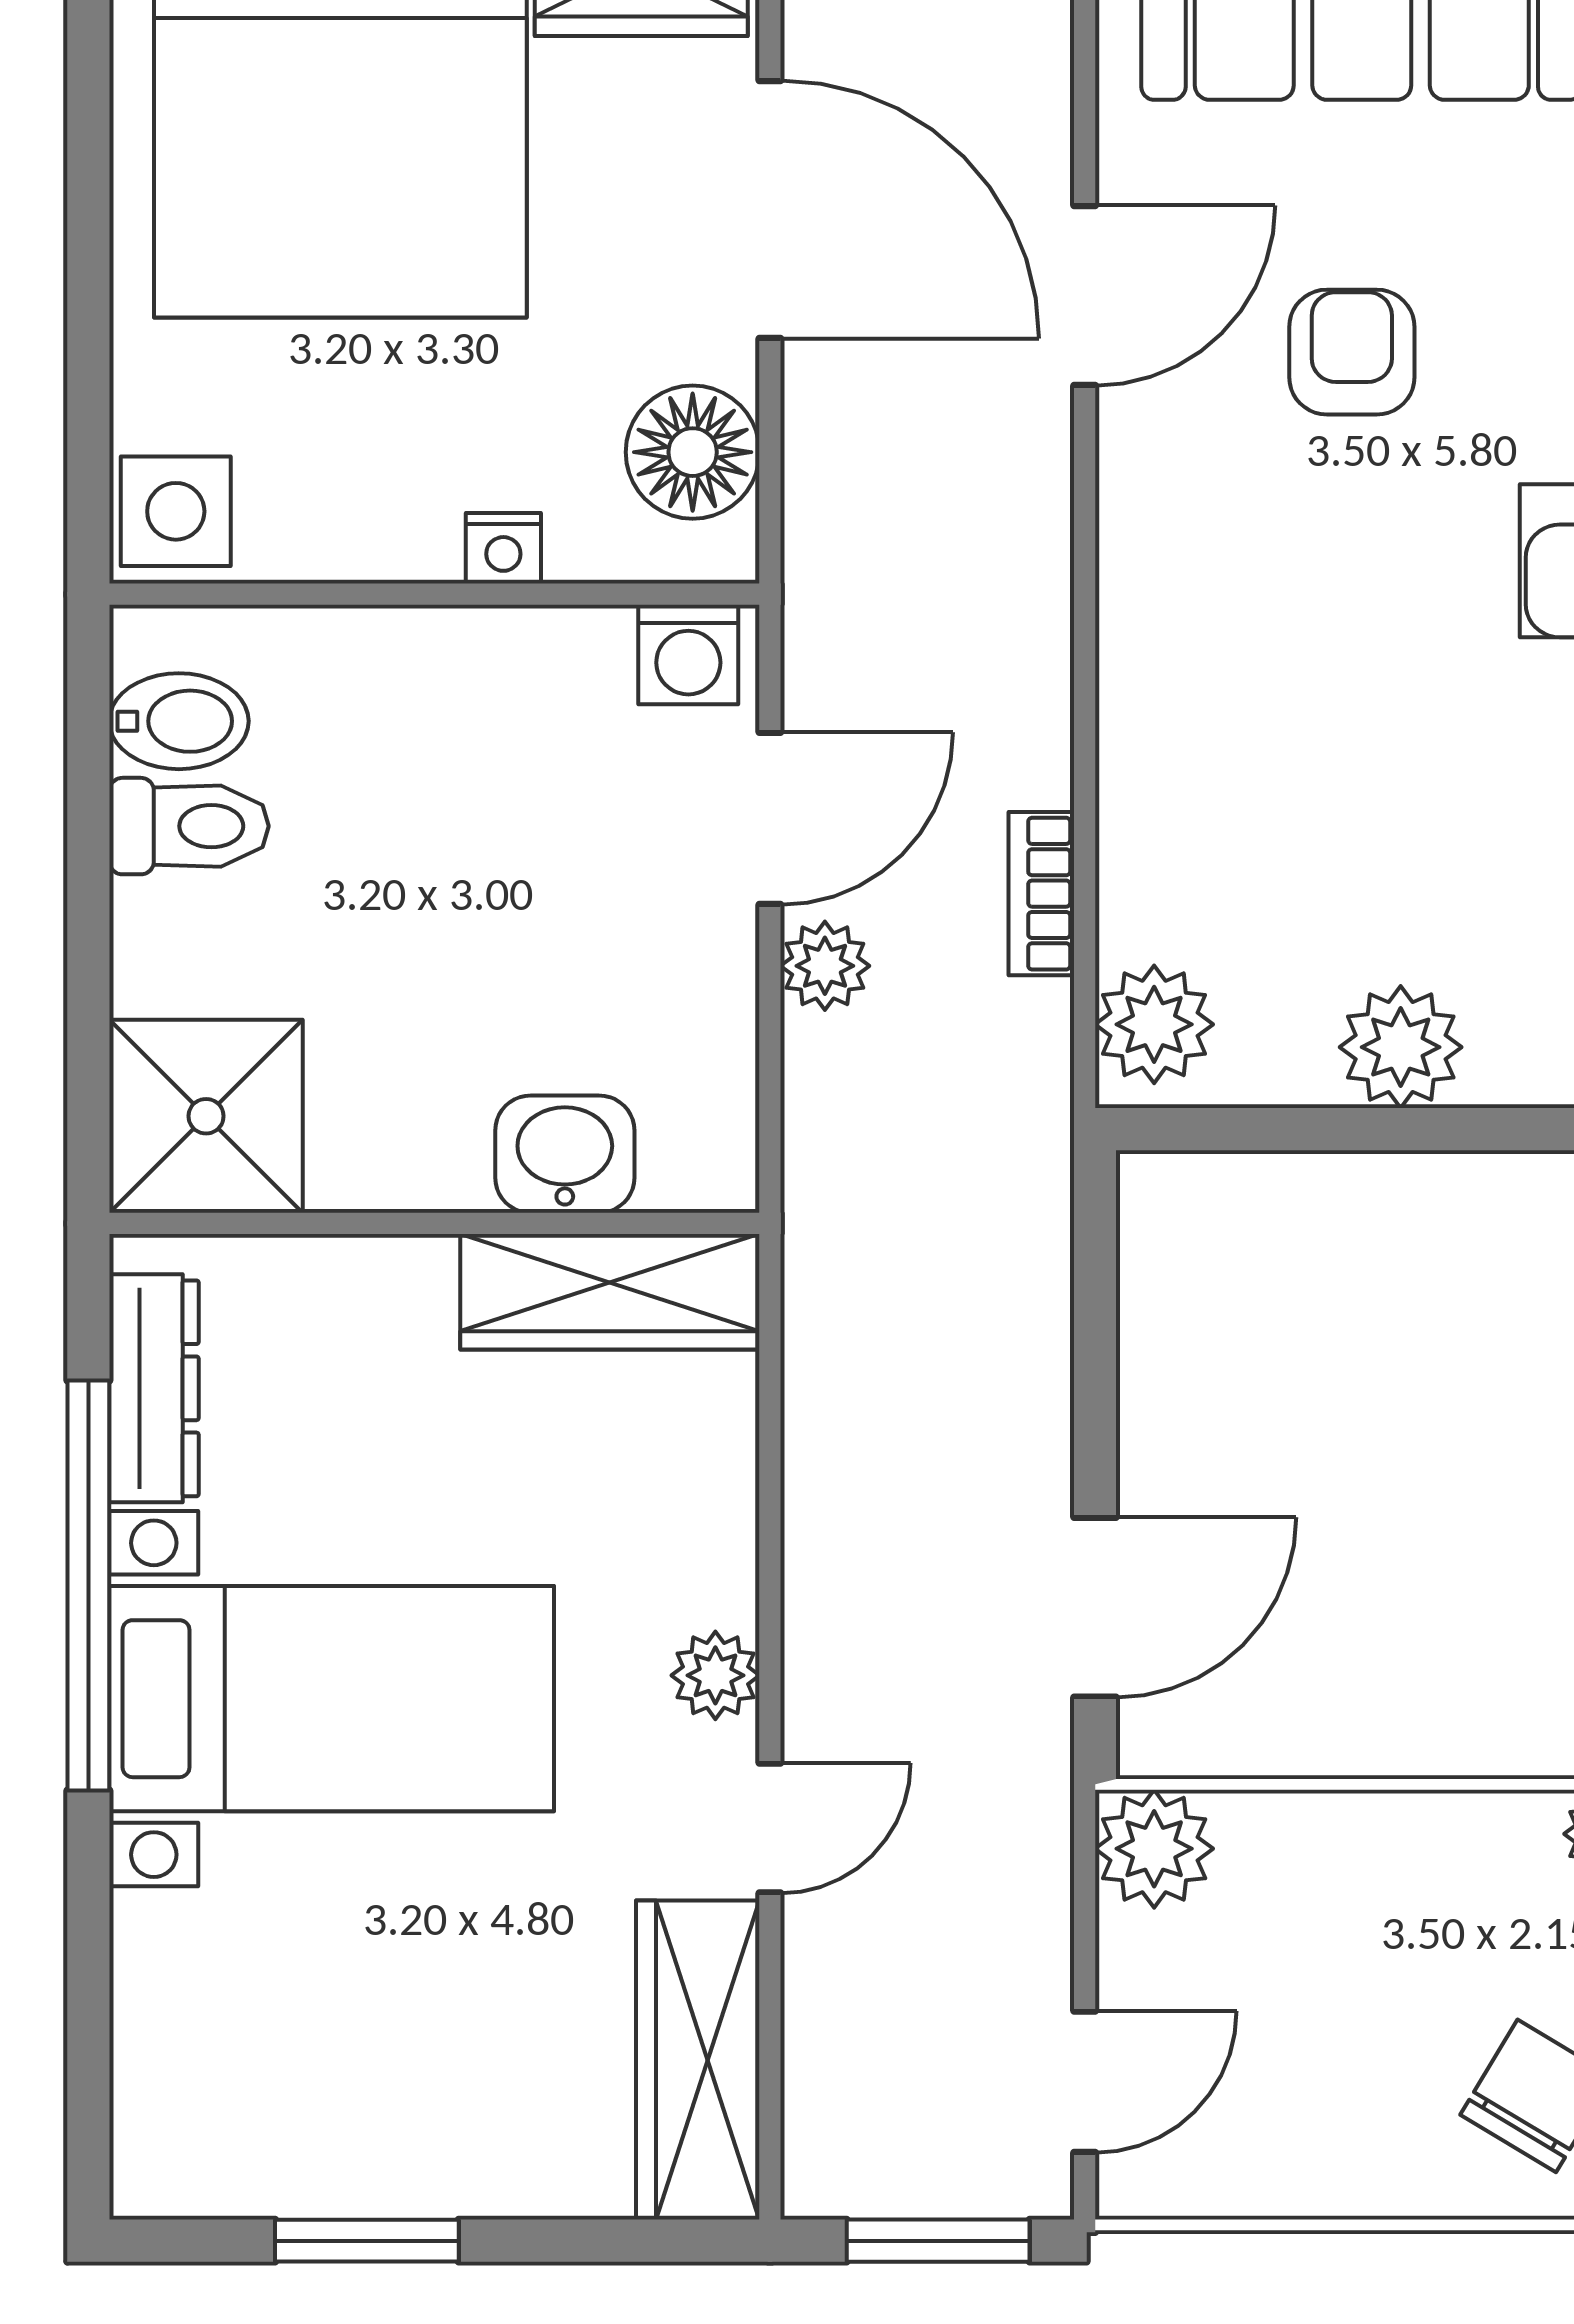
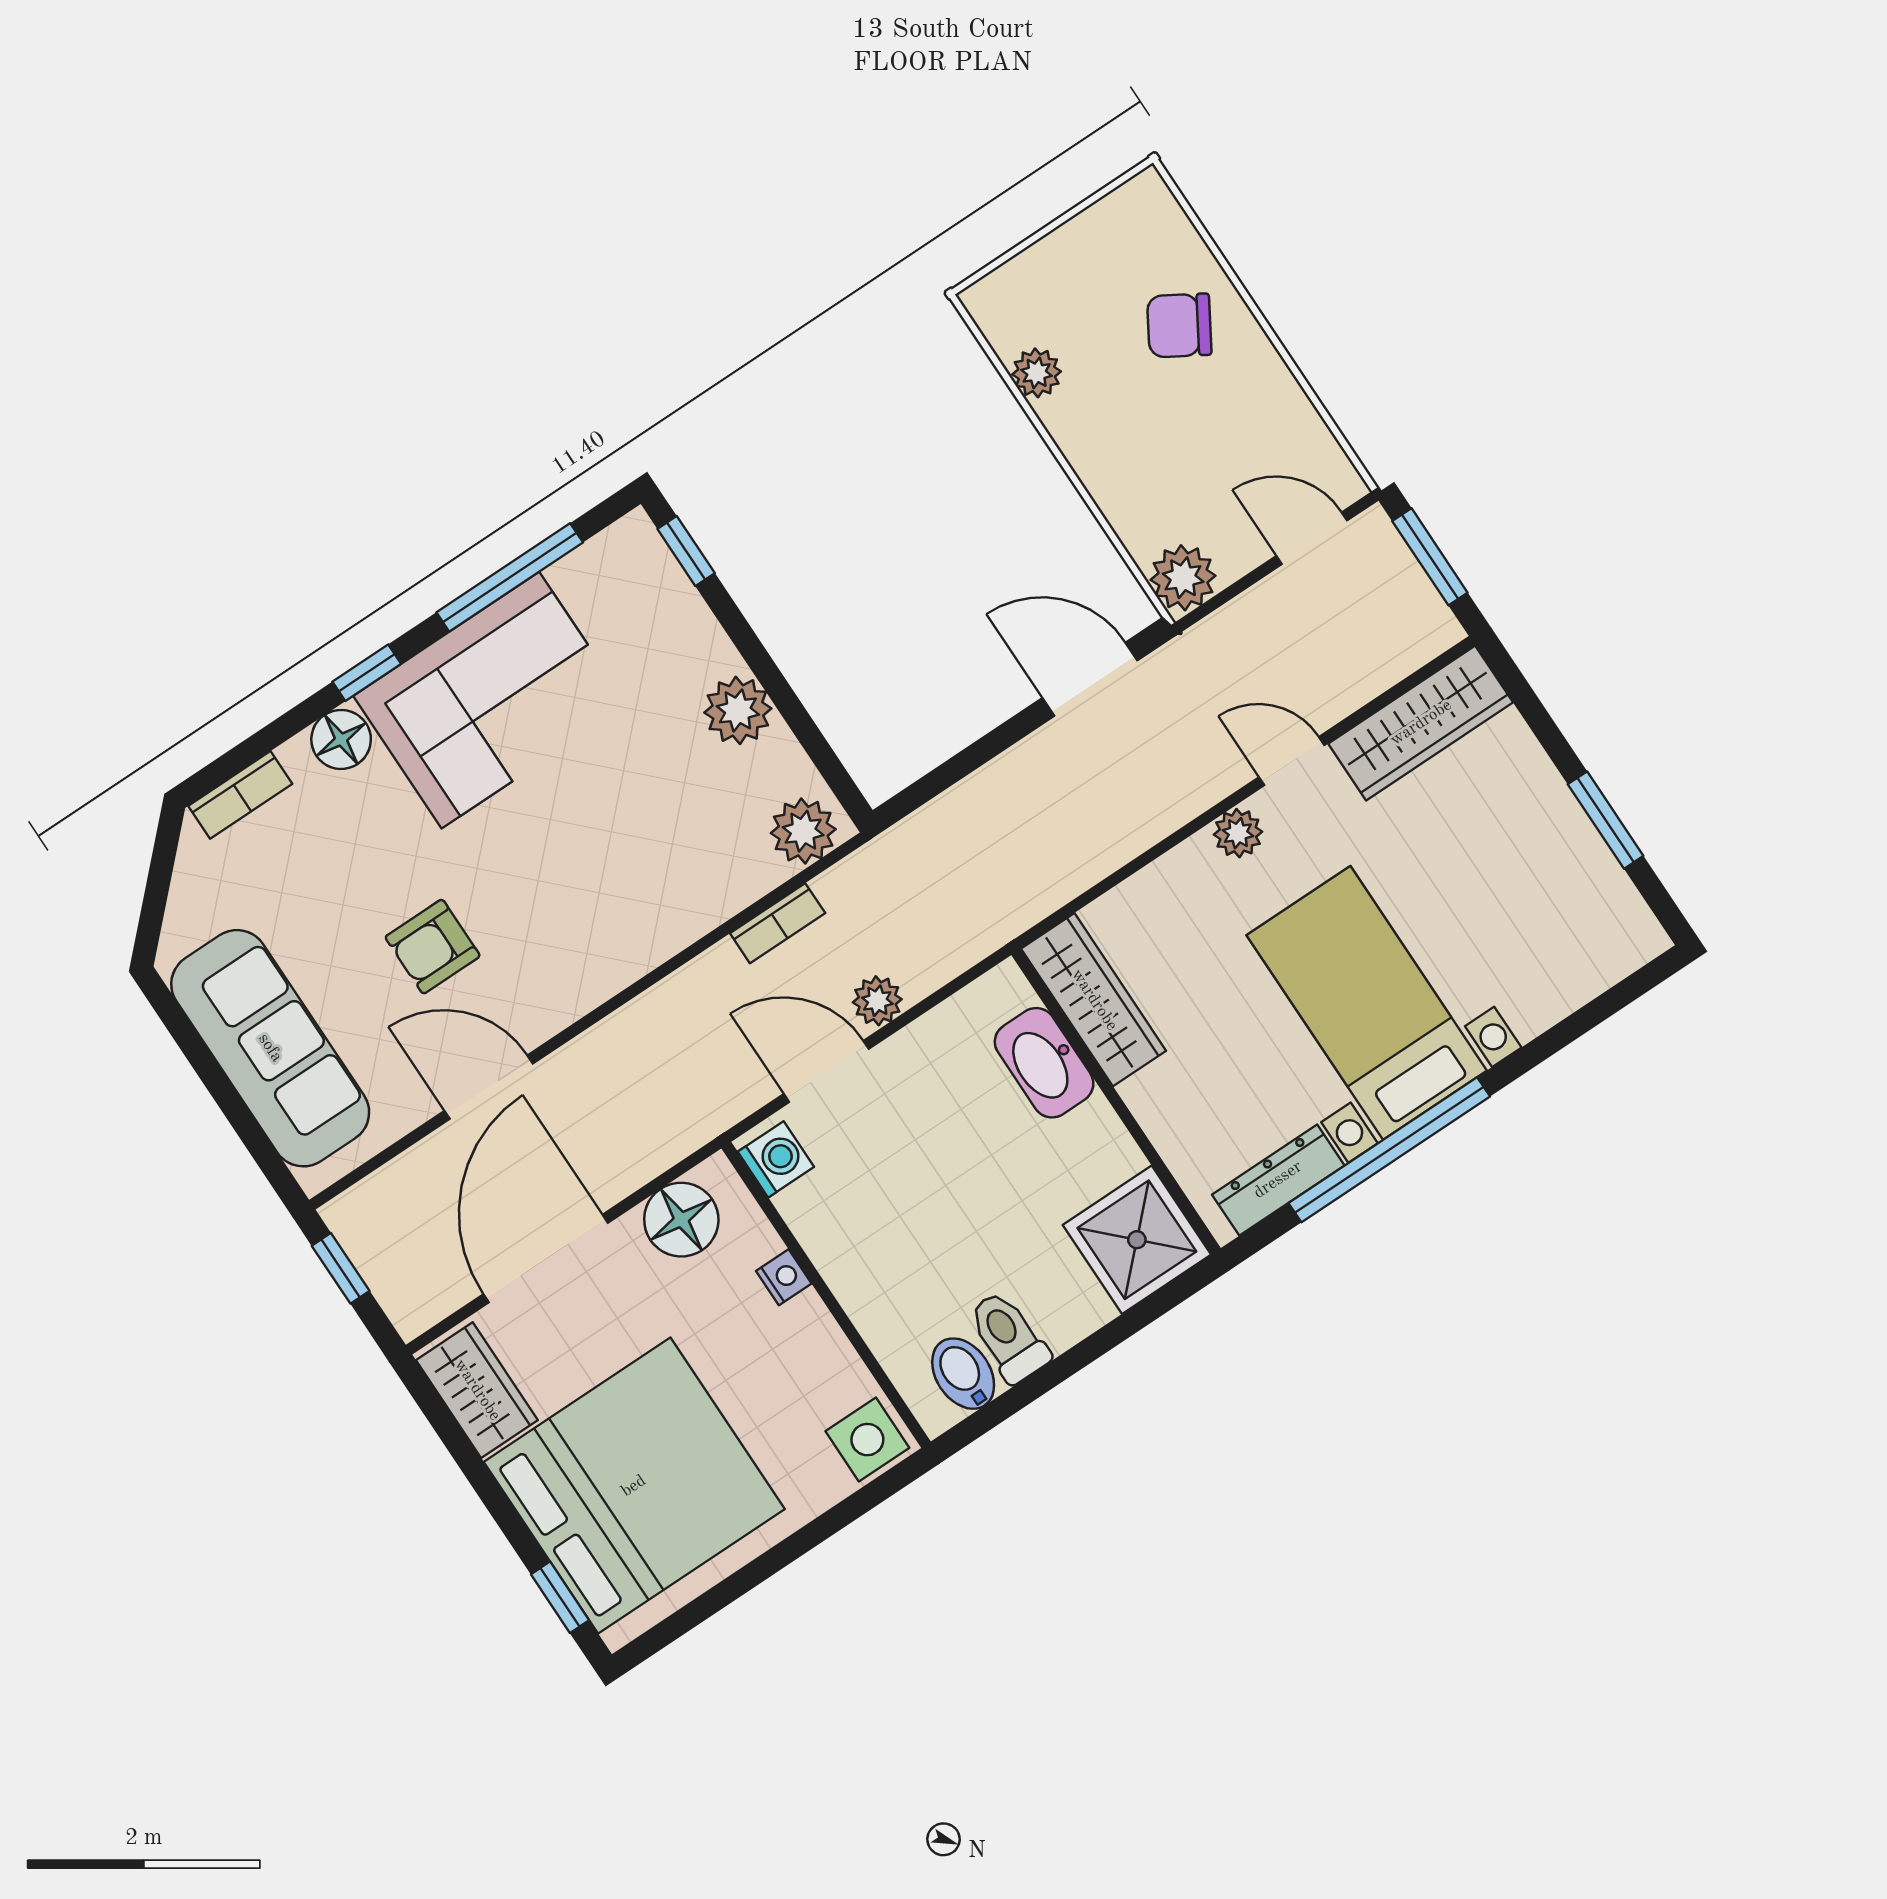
washbasin: (565, 1154) -> (1044, 1063), width x1.38

